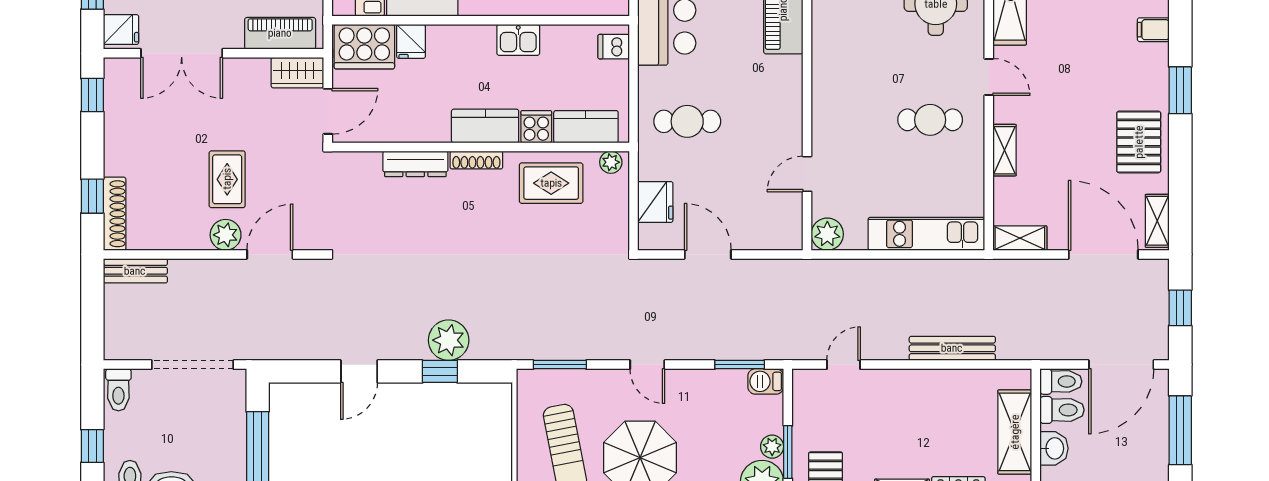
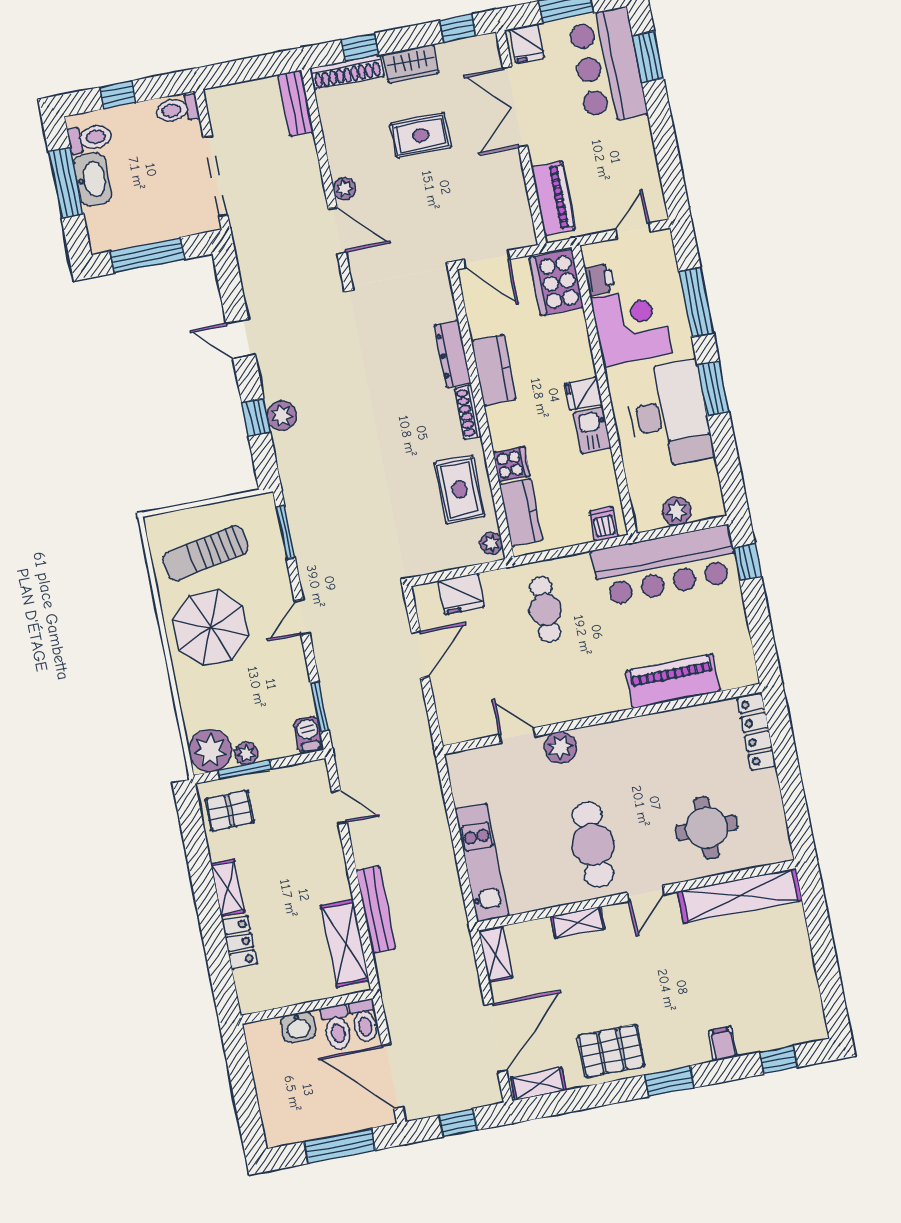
fridge: (411, 41) -> (583, 394), moved
wardrobe: (297, 73) -> (411, 64), moved, turned -90
cafe table: (930, 120) -> (593, 845), width x1.37, depth x1.35
kitchen counter: (485, 126) -> (494, 370), moved
rug: (227, 179) -> (421, 135), moved
plant: (827, 234) -> (560, 747), moved
plant: (226, 235) -> (344, 189), width x0.73, depth x0.73
plant: (449, 340) -> (282, 416), width x0.73, depth x0.73
shelving: (1015, 432) -> (345, 943), moved, turned 90

